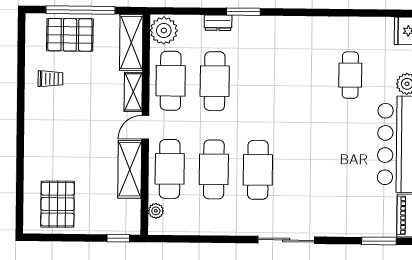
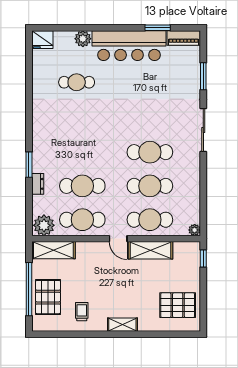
shelving: (133, 92) -> (122, 325), moved
plant: (156, 211) -> (195, 230), moved
window: (379, 241) -> (203, 76), moved

